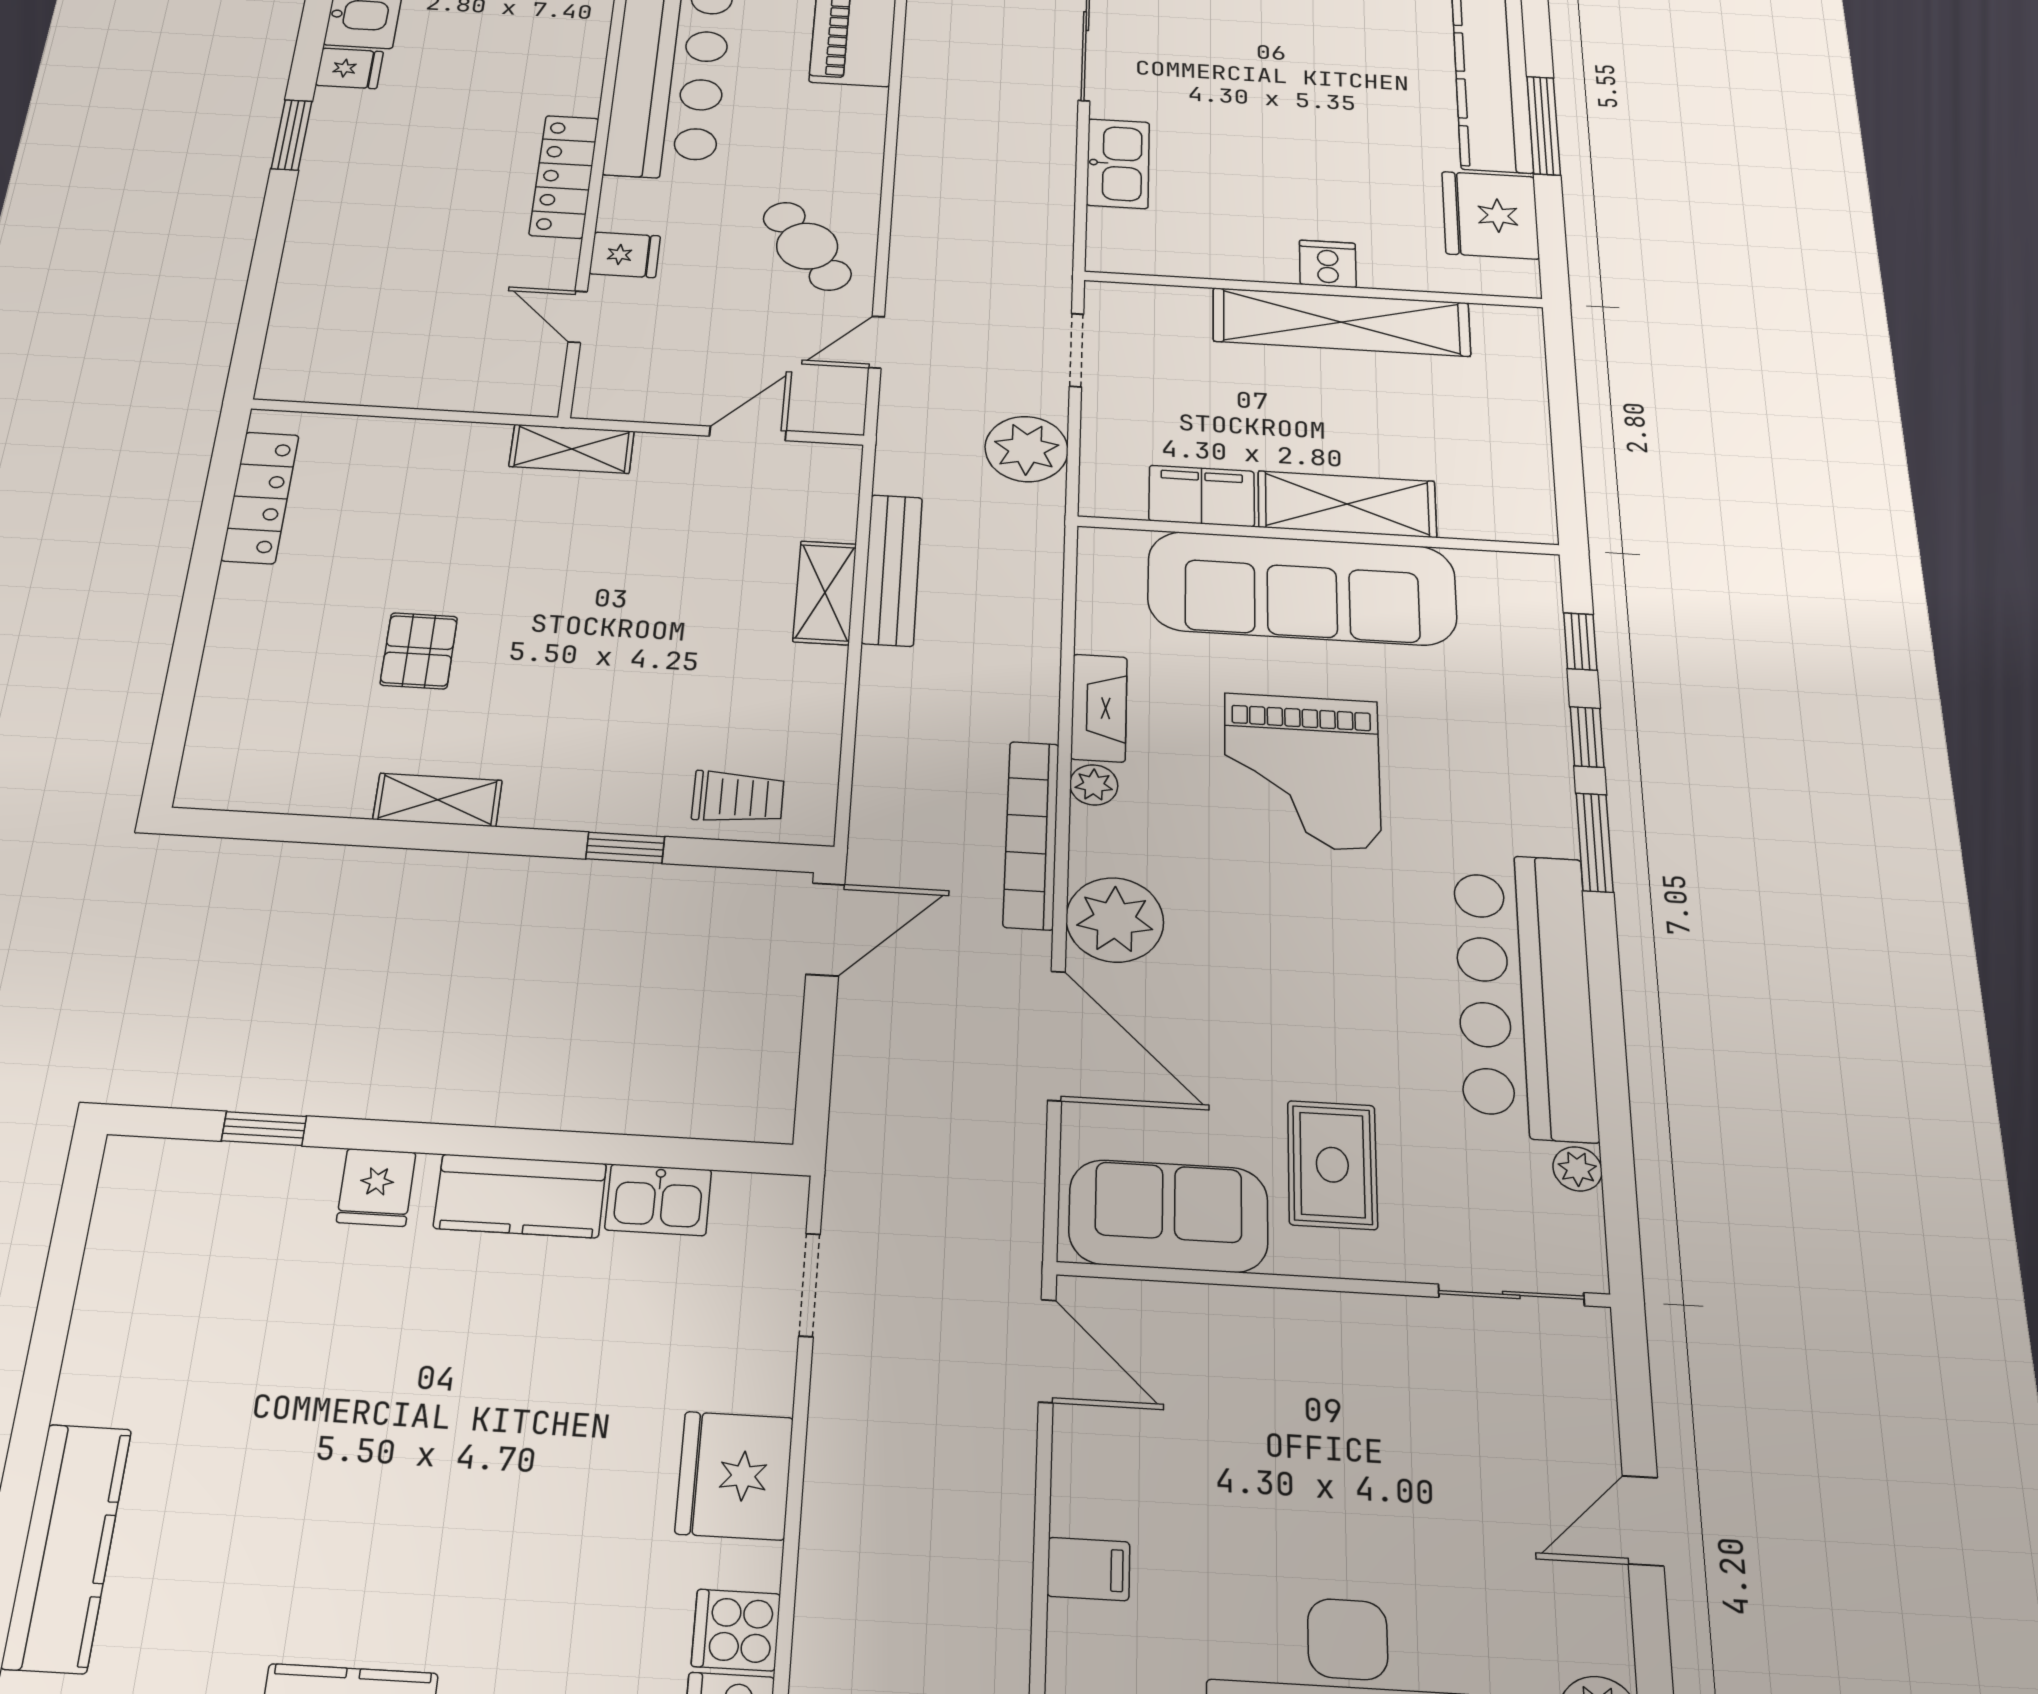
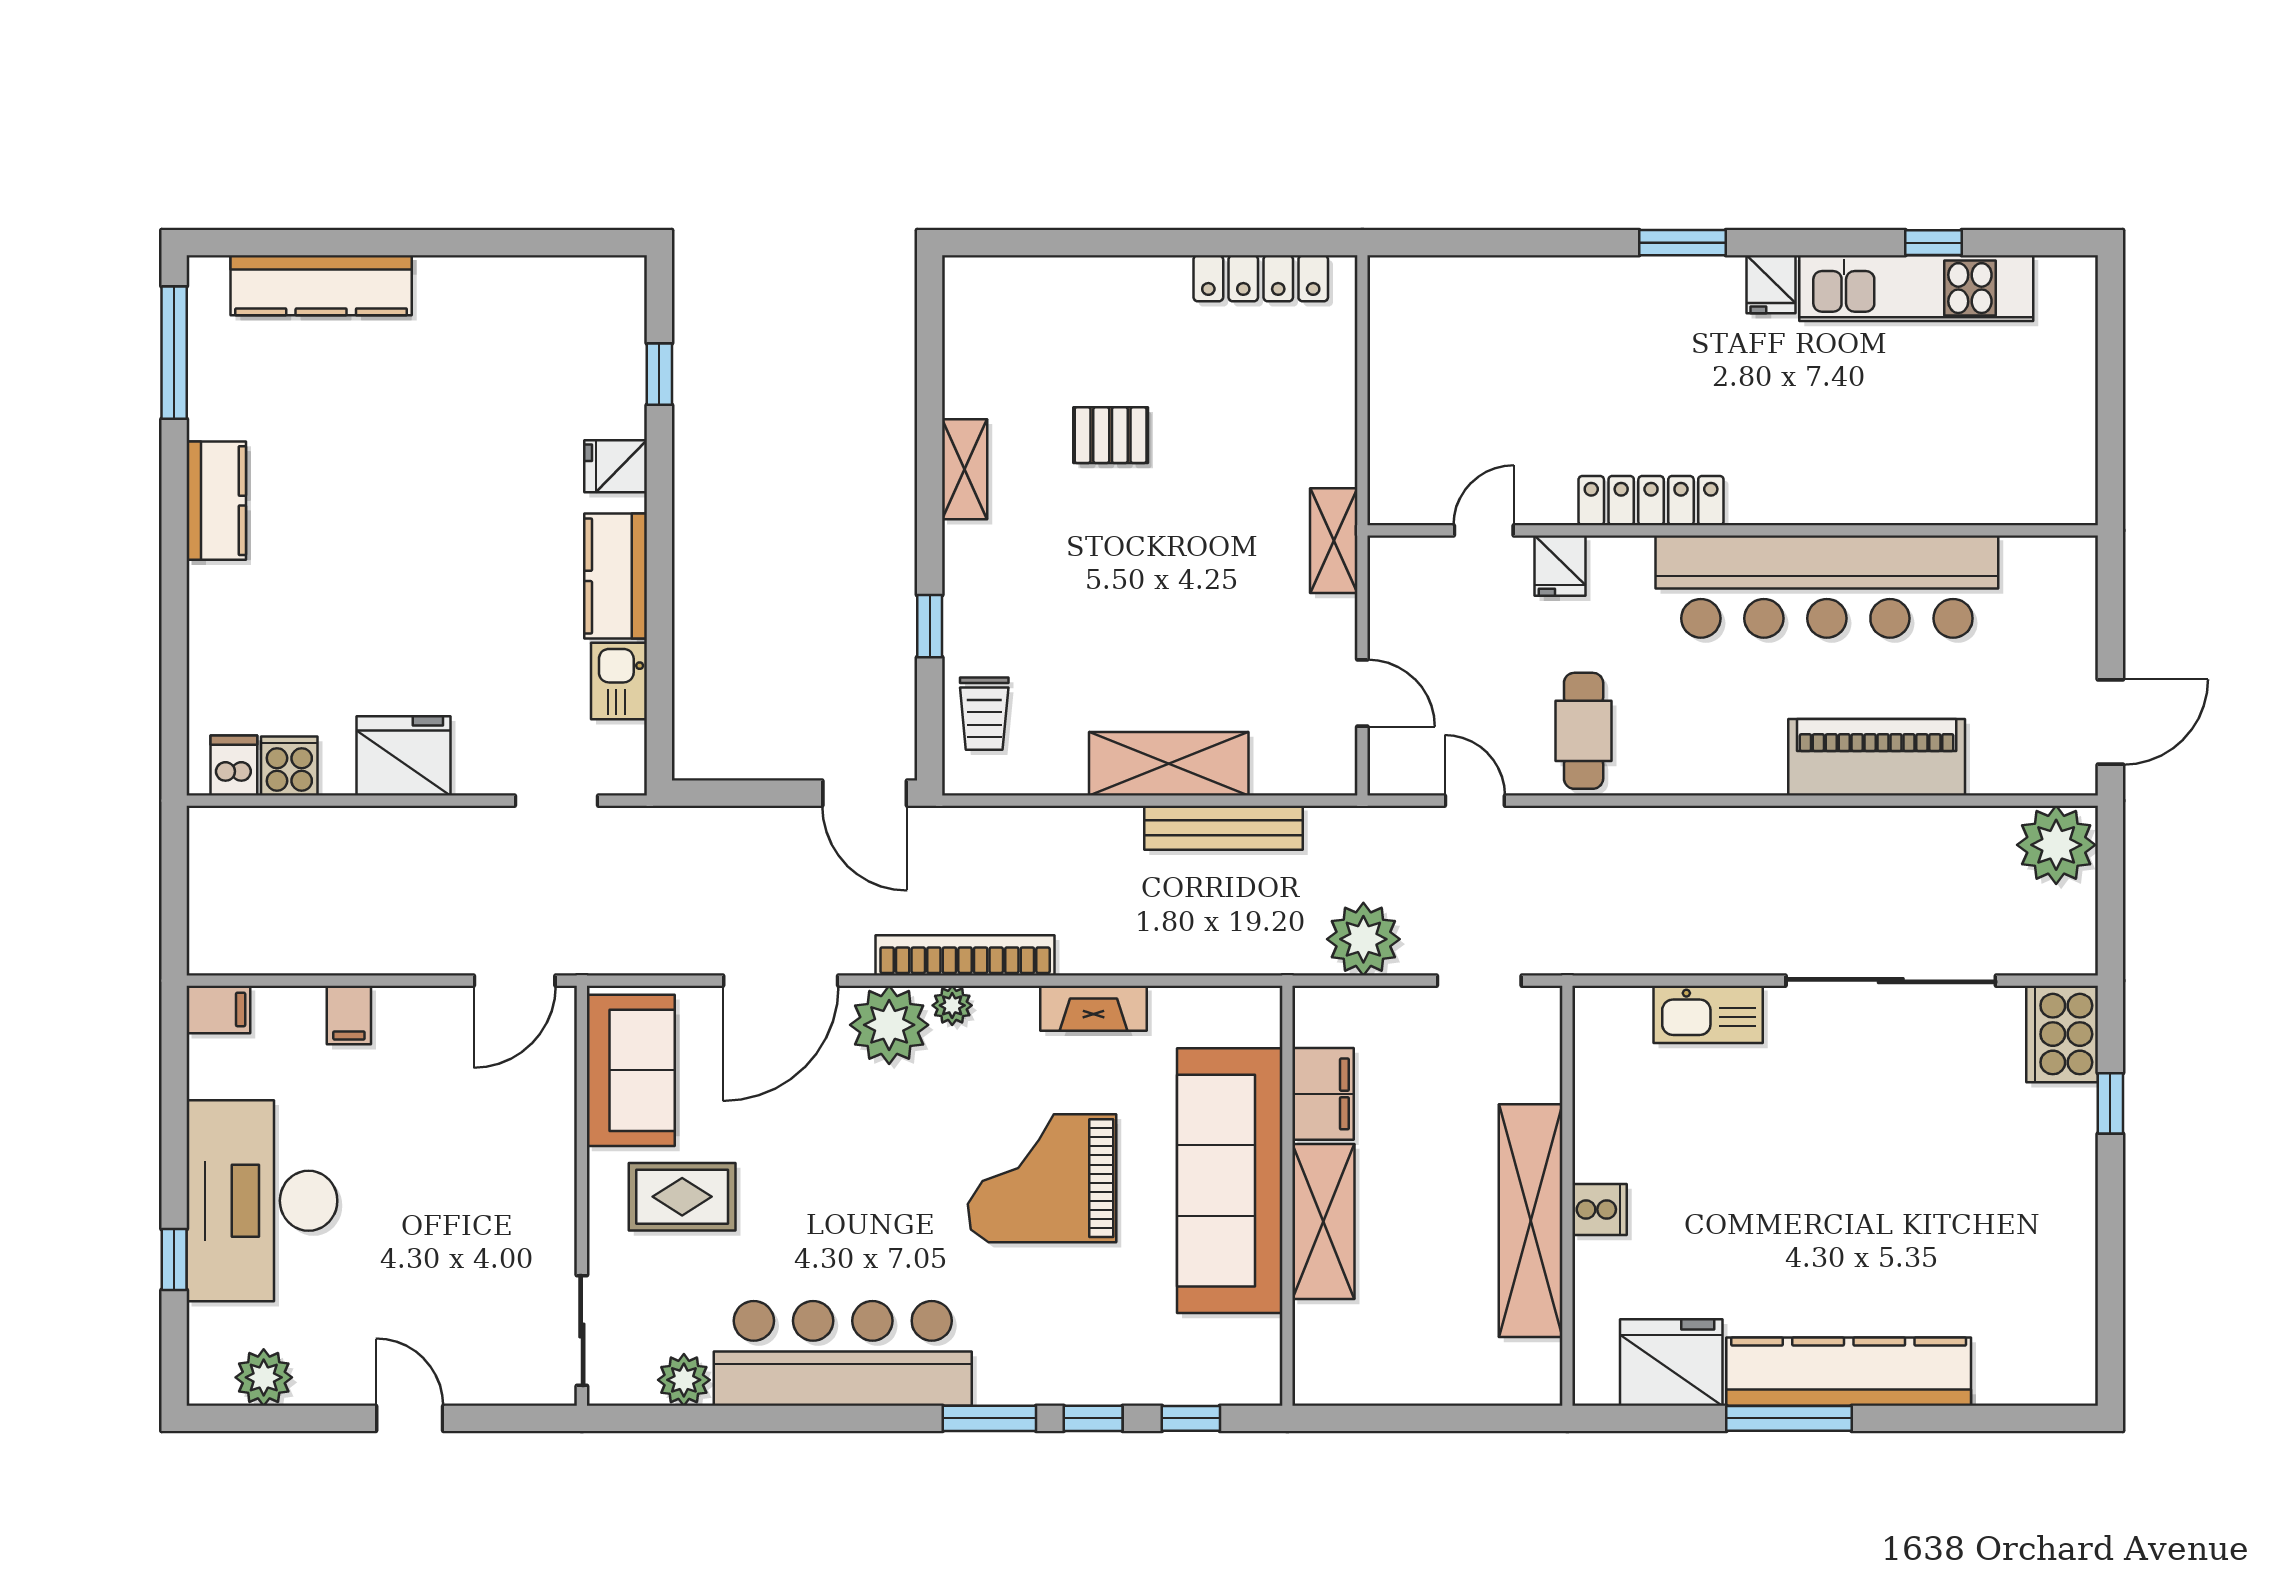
cafe table: (807, 246) -> (1584, 731), turned -55
shelving: (825, 593) -> (1169, 764), width x1.50, depth x1.33
plant: (1094, 785) -> (952, 1005), moved
plant: (1578, 1169) -> (684, 1380), width x1.38, depth x1.38

